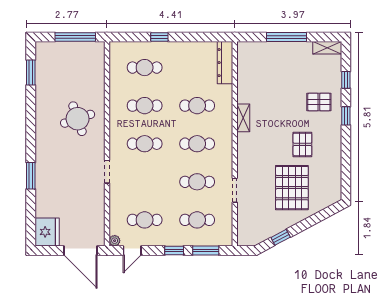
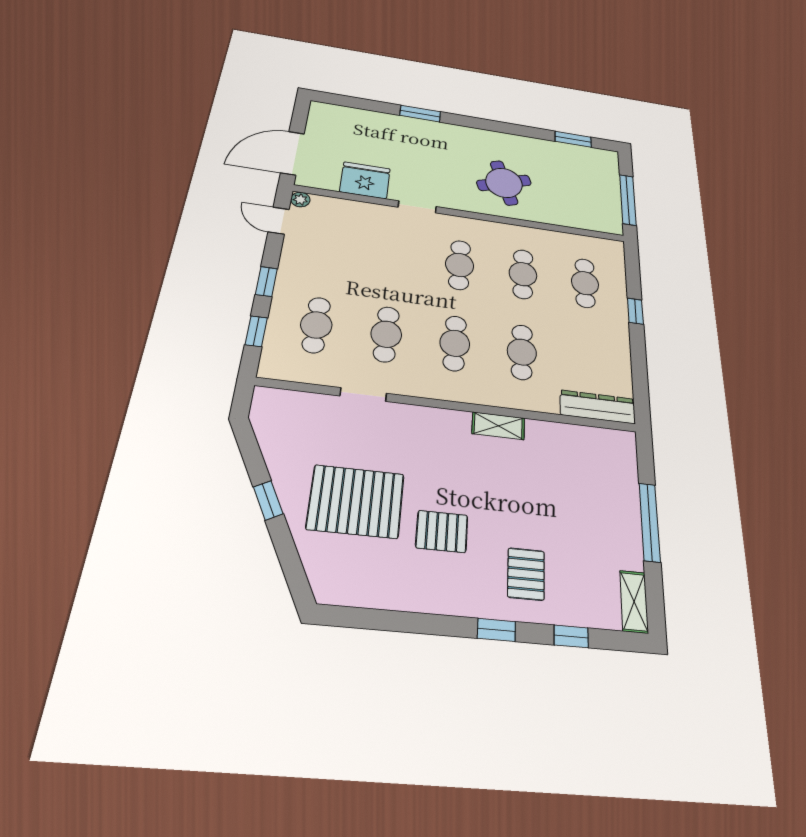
cafe table: (145, 220) -> (329, 246), removed
fridge: (47, 232) -> (365, 180), moved, turned 180
window: (281, 237) -> (268, 500), moved
window: (206, 250) -> (256, 331), width x0.67

